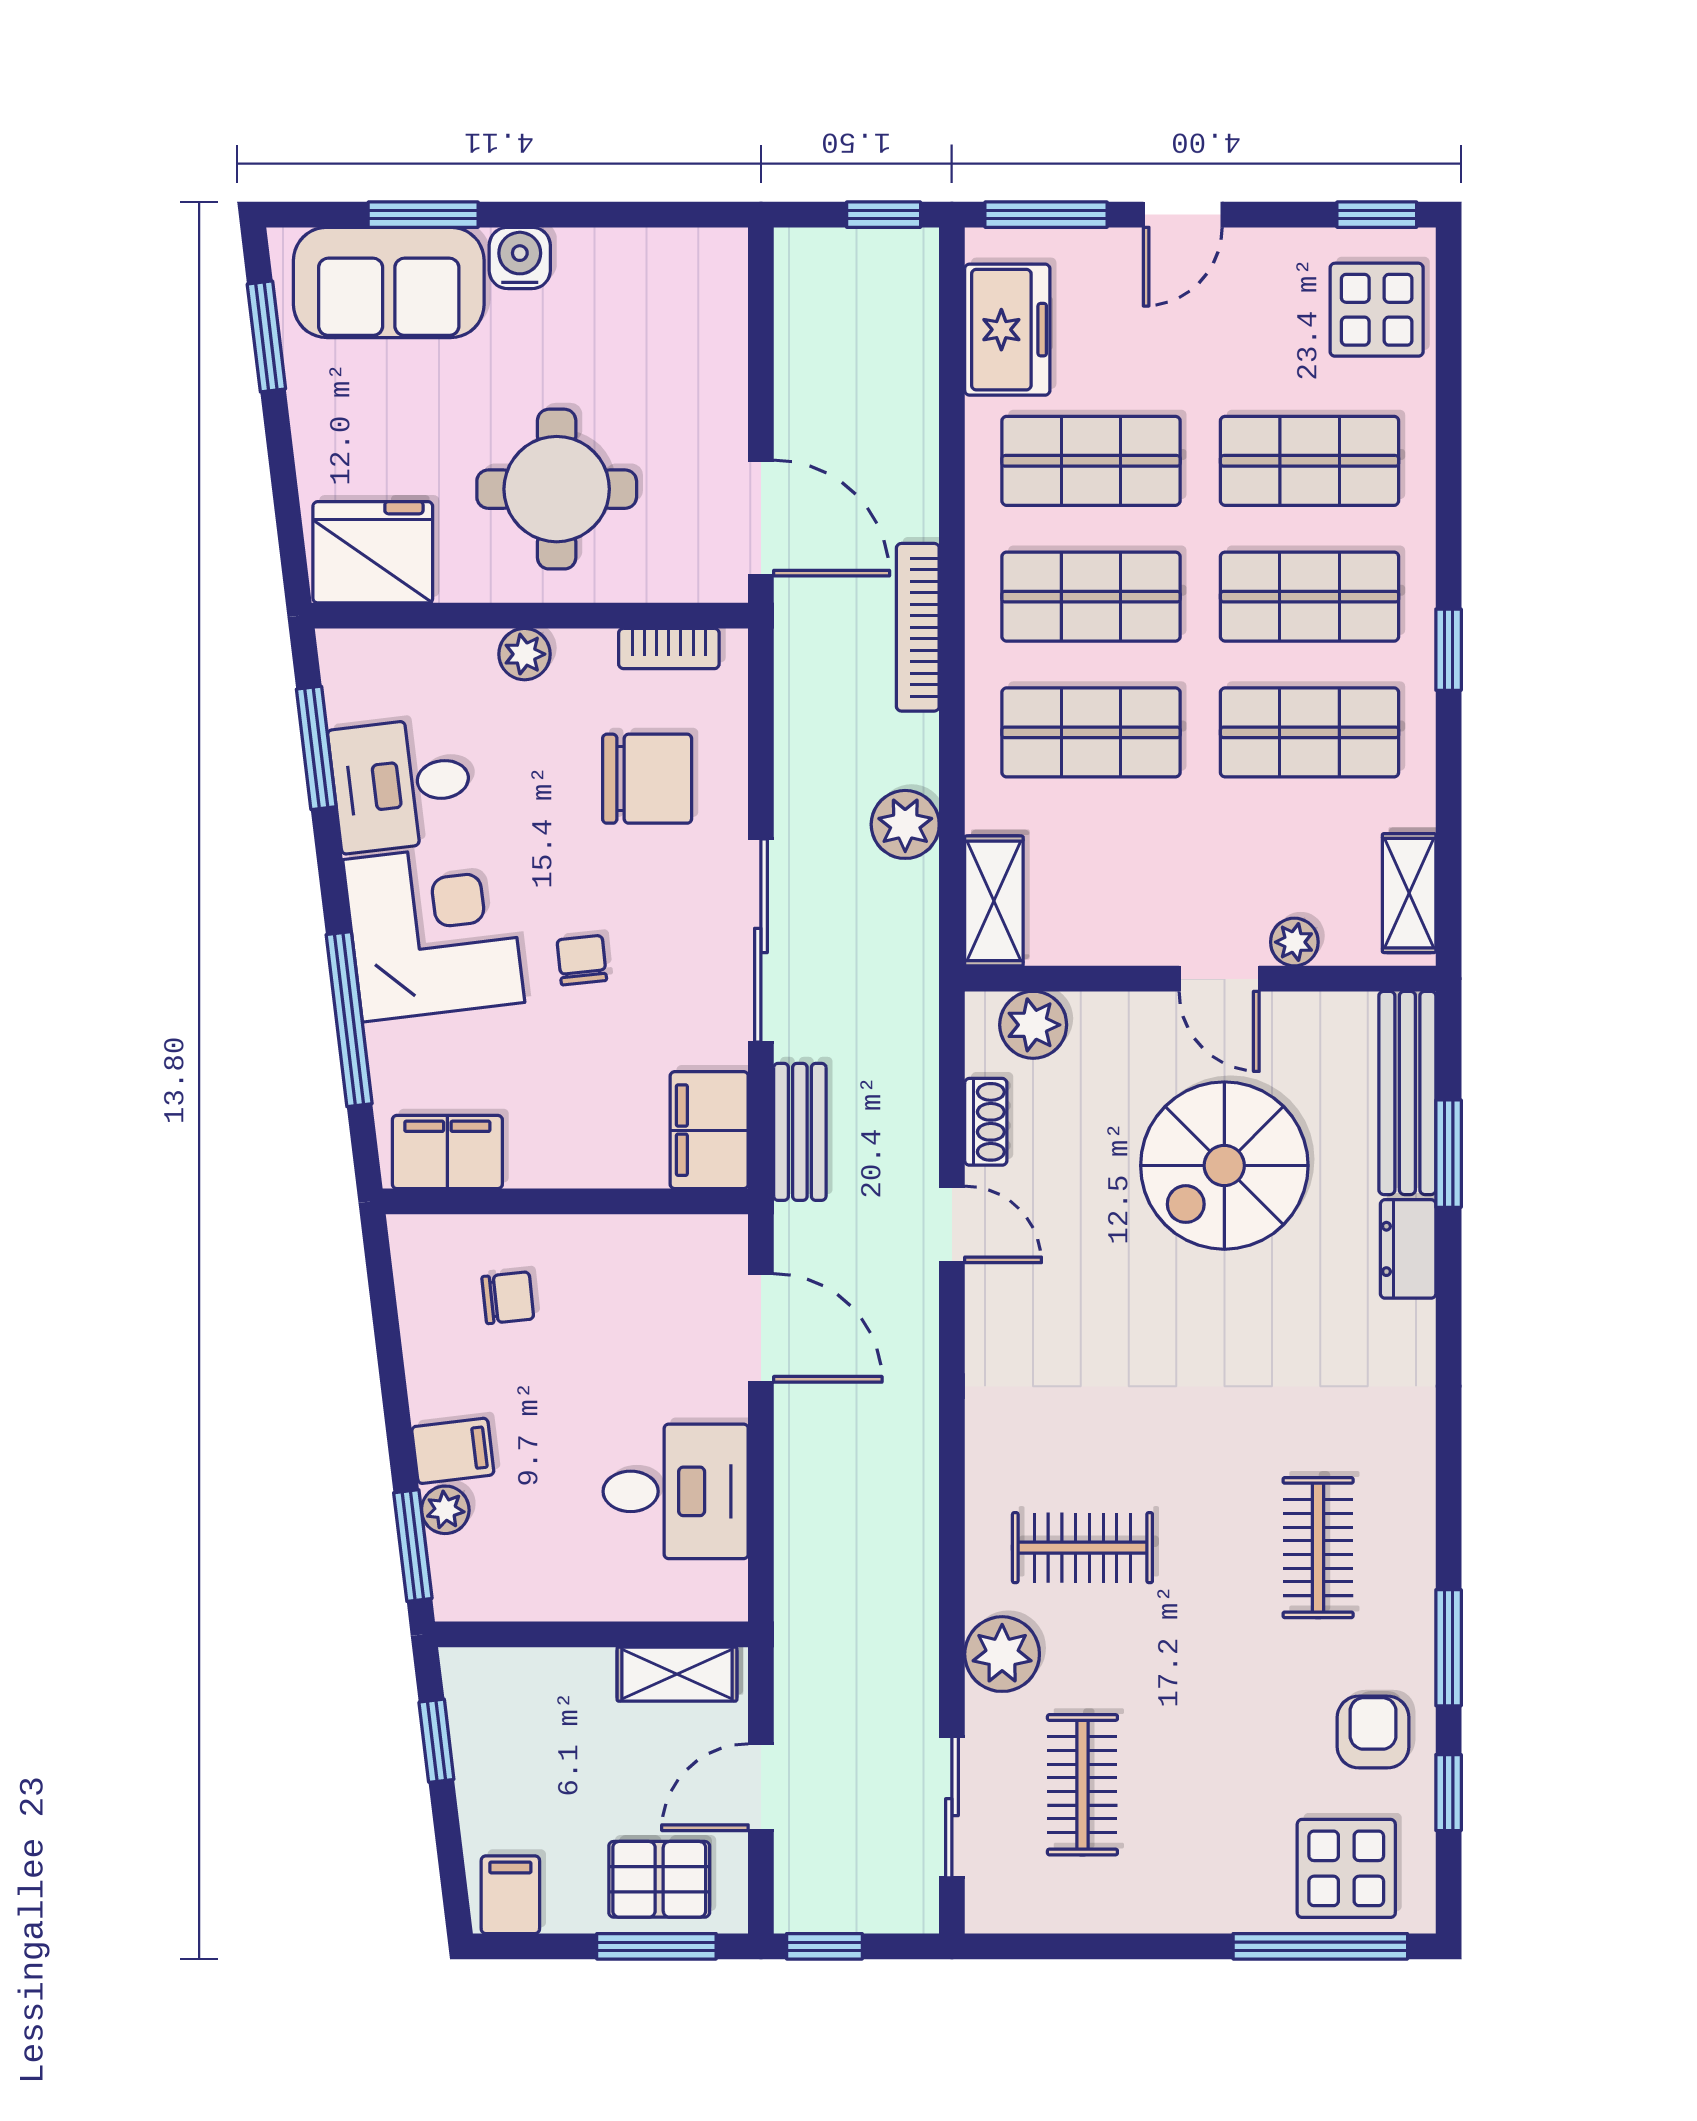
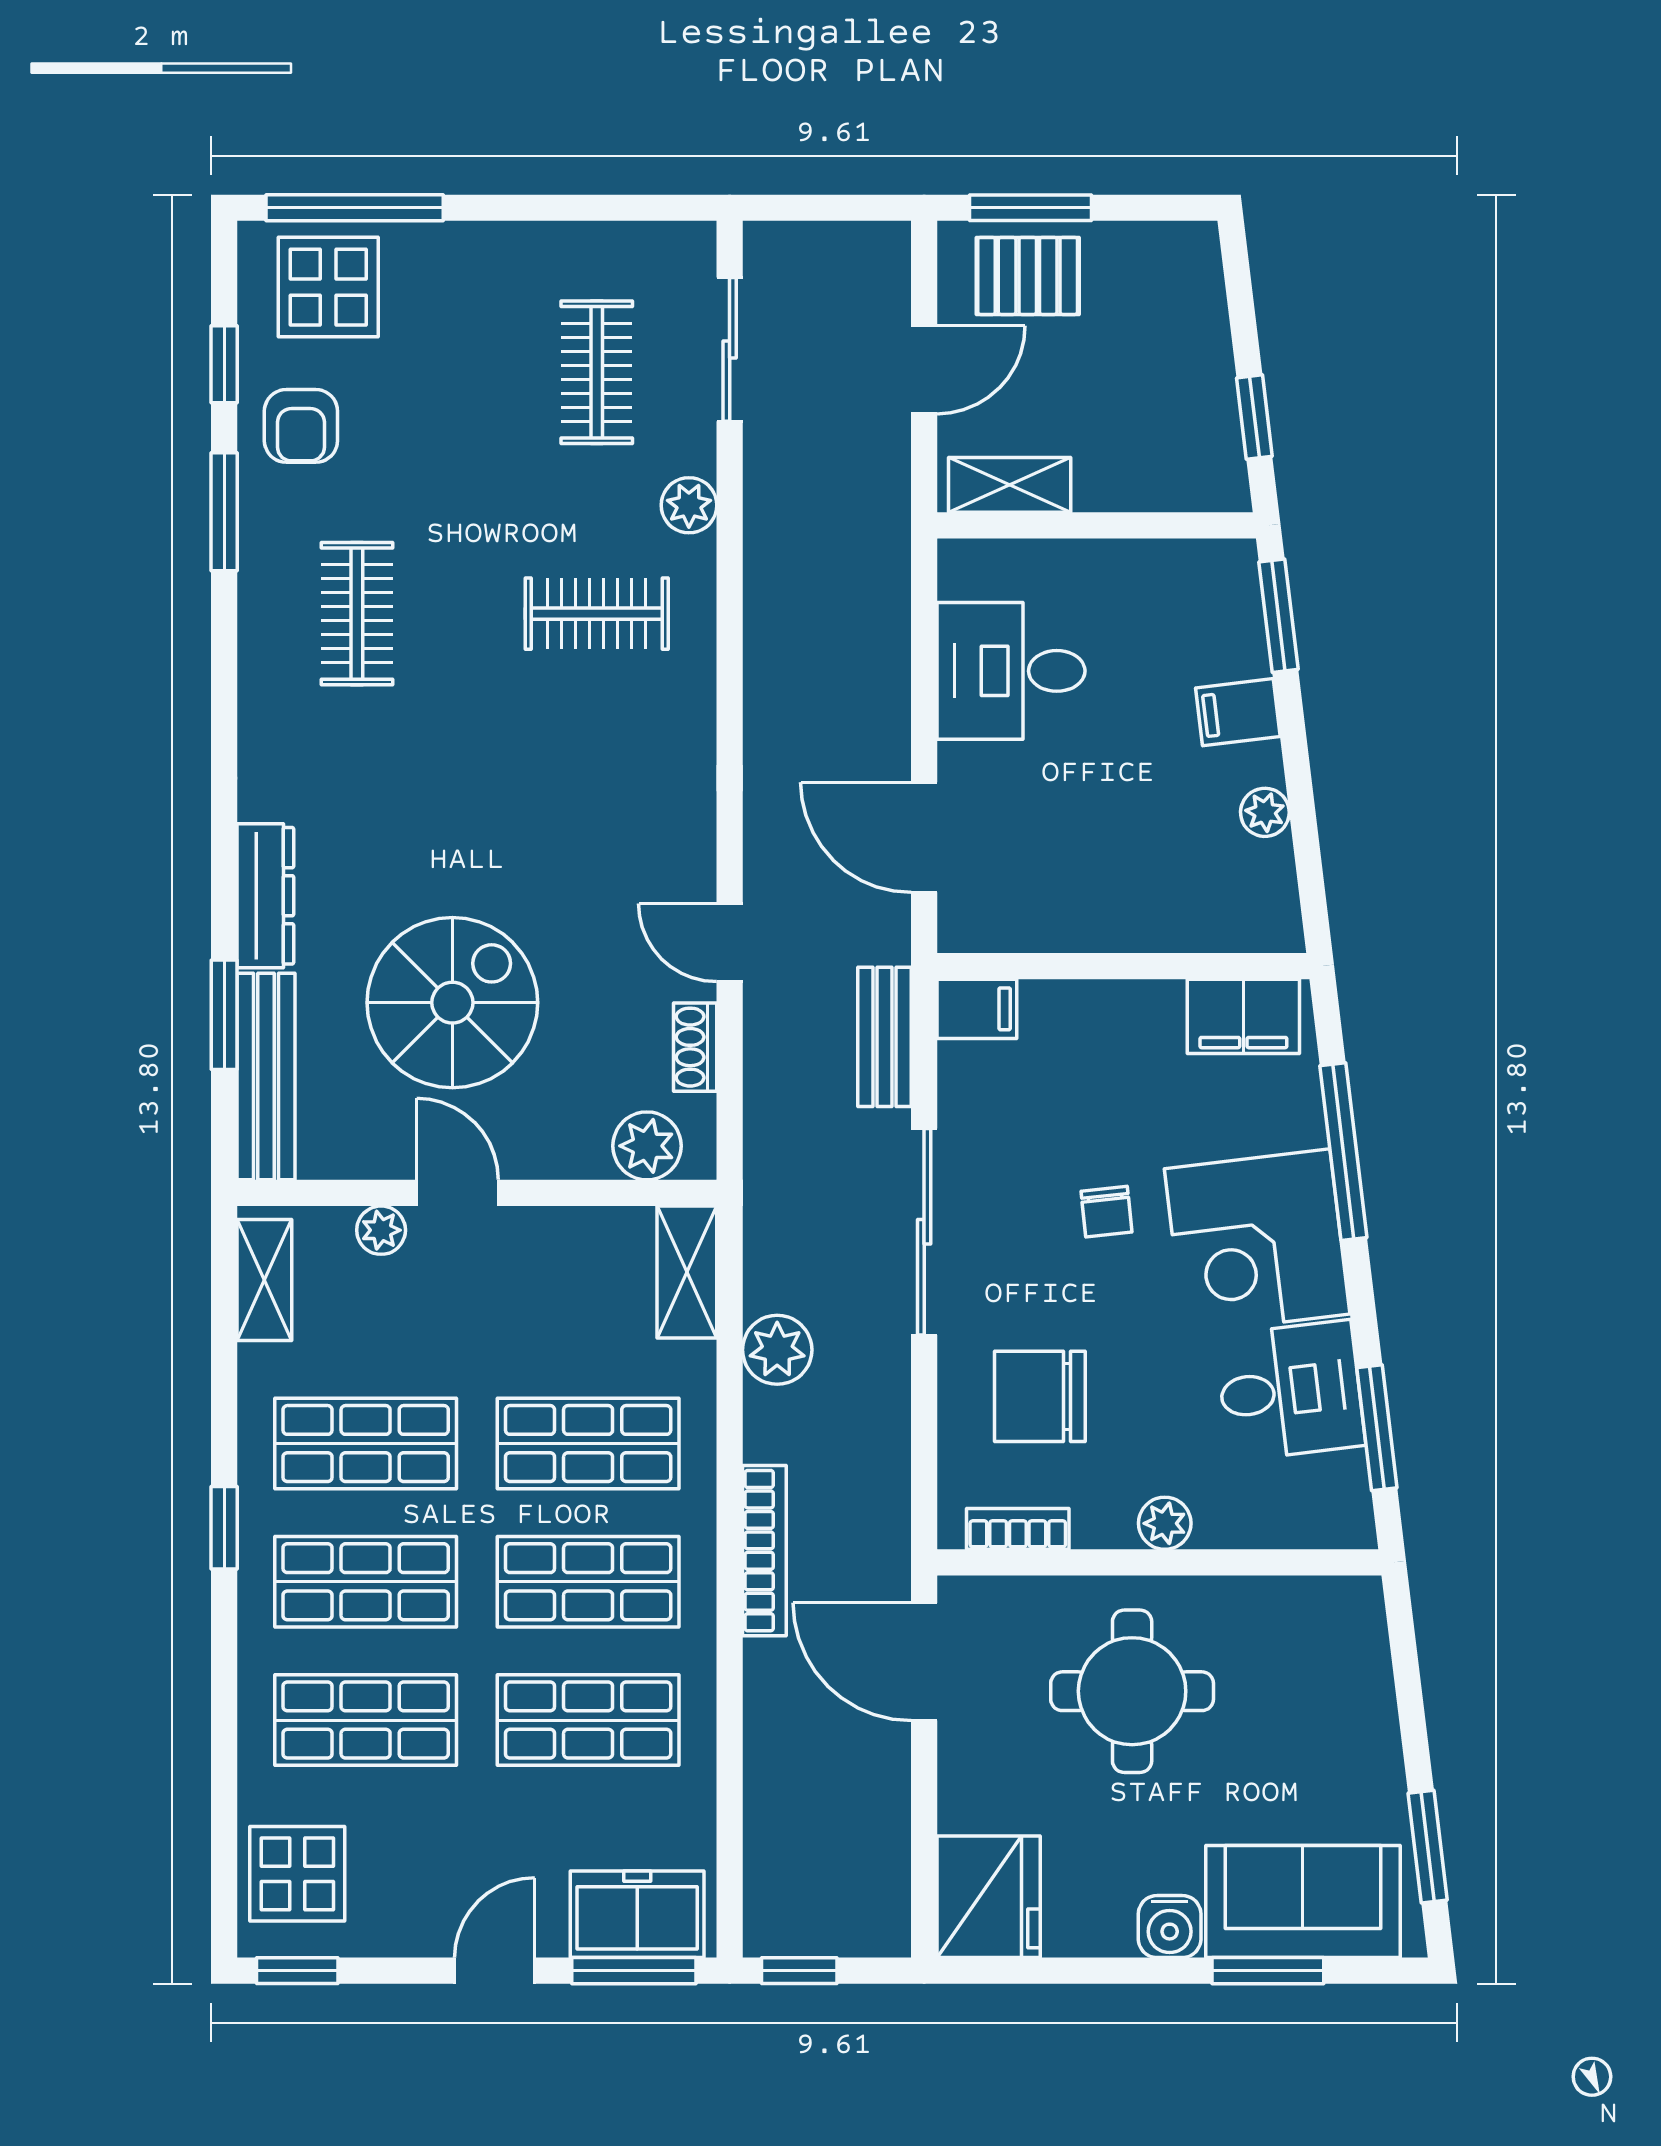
freezer: (1007, 330) -> (637, 1914), moved, turned 90
fridge: (373, 552) -> (989, 1897), moved, turned -90
filing cabinet: (709, 1130) -> (977, 1009), width x0.50
dresser: (1408, 1249) -> (265, 896), width x1.44
chair: (508, 1298) -> (1182, 868), removed
plant: (445, 1510) -> (1265, 812), moved
plant: (1002, 1654) -> (689, 505), width x0.73, depth x0.73
filing cabinet: (510, 1895) -> (1179, 260), removed
window: (824, 1946) -> (859, 208), removed

